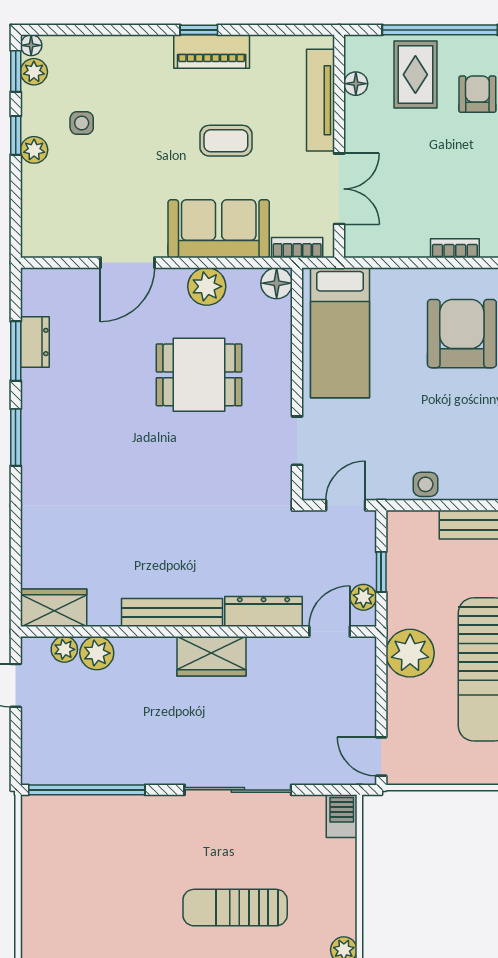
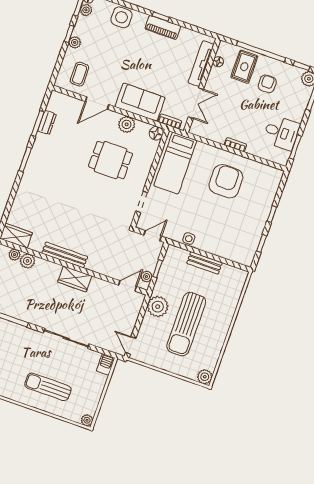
side table: (82, 123) -> (121, 17), moved, width x1.87, depth x1.87
coffee table: (226, 141) -> (79, 74), moved, turned 90
dresser: (264, 611) -> (103, 268), removed

